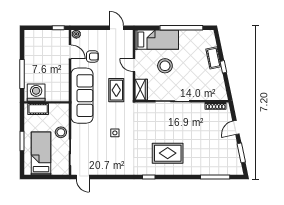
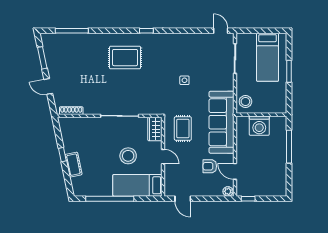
washing machine: (36, 93) -> (259, 126), moved
cot: (38, 109) -> (271, 107), removed
door: (236, 128) -> (48, 86), swing flipped
stool: (61, 132) -> (245, 101), moved

